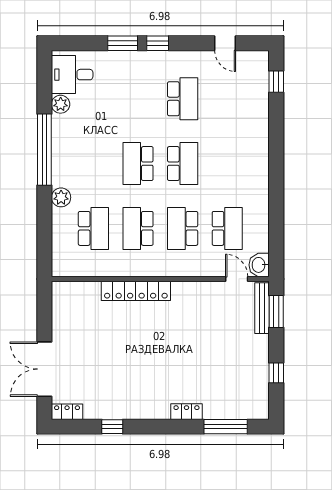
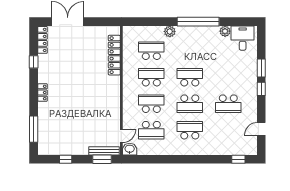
school desk: (227, 164) -> (190, 130), added
school desk: (93, 228) -> (151, 51), turned 180
locker: (136, 291) -> (114, 55), moved
locker: (67, 412) -> (42, 40), width x1.53
locker: (186, 412) -> (43, 93), moved

